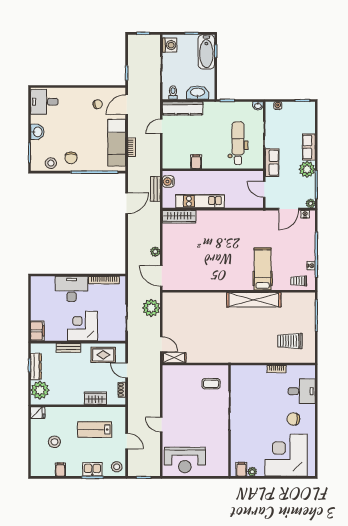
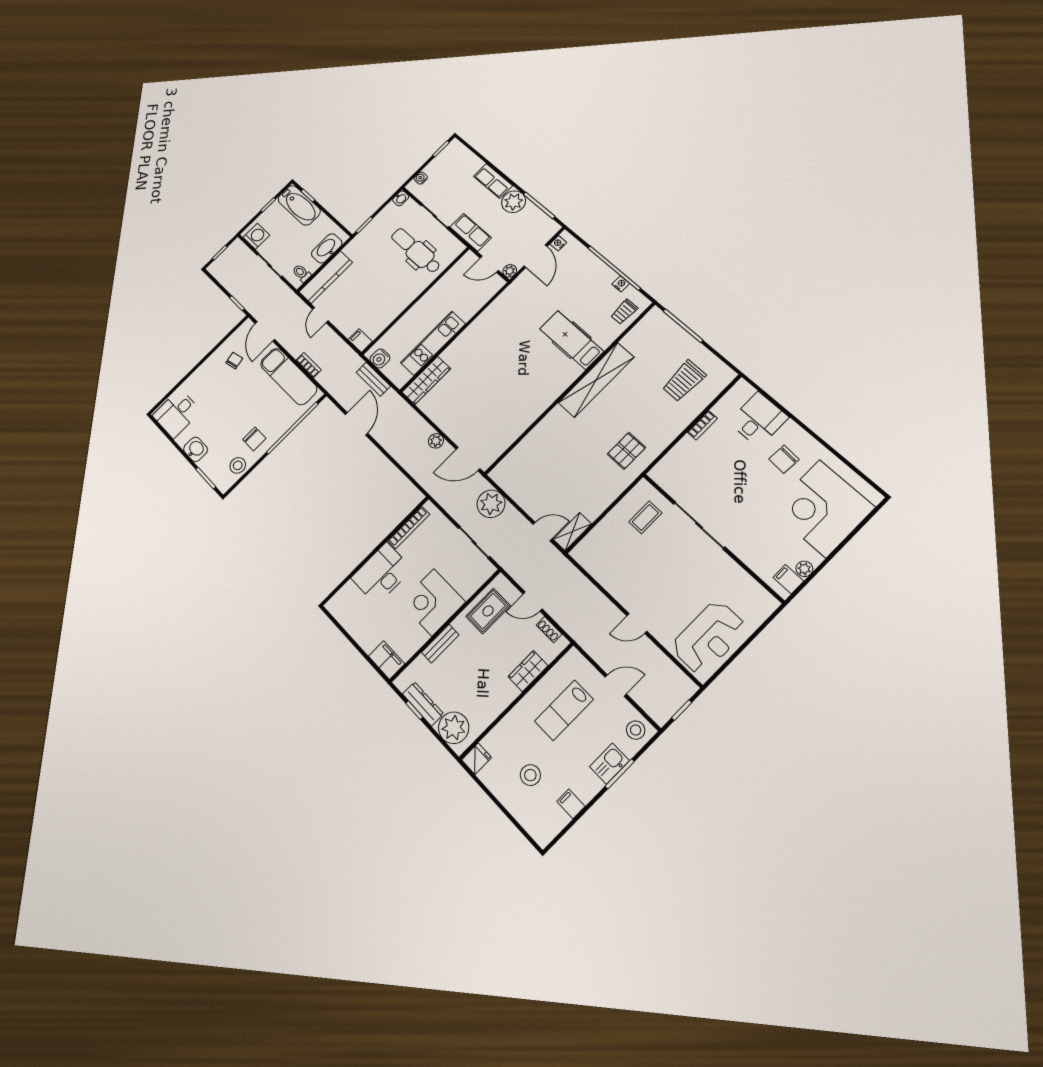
filing cabinet: (196, 162) -> (360, 340), moved
plant: (311, 203) -> (510, 271), moved
pallet: (233, 346) -> (626, 451), added

